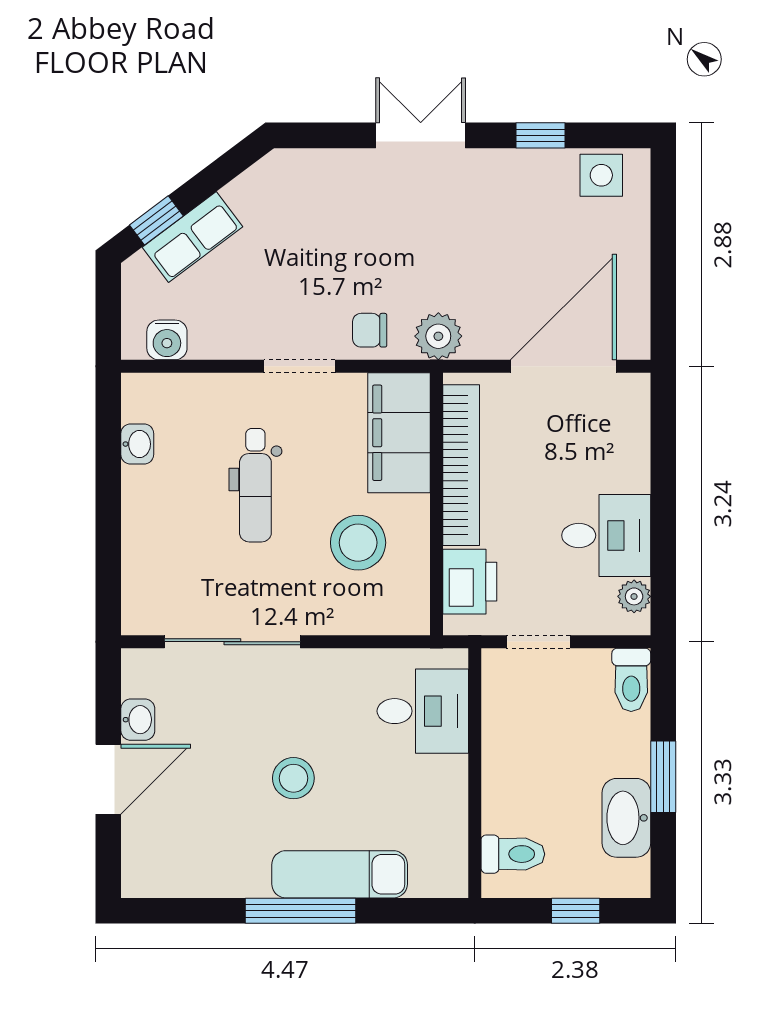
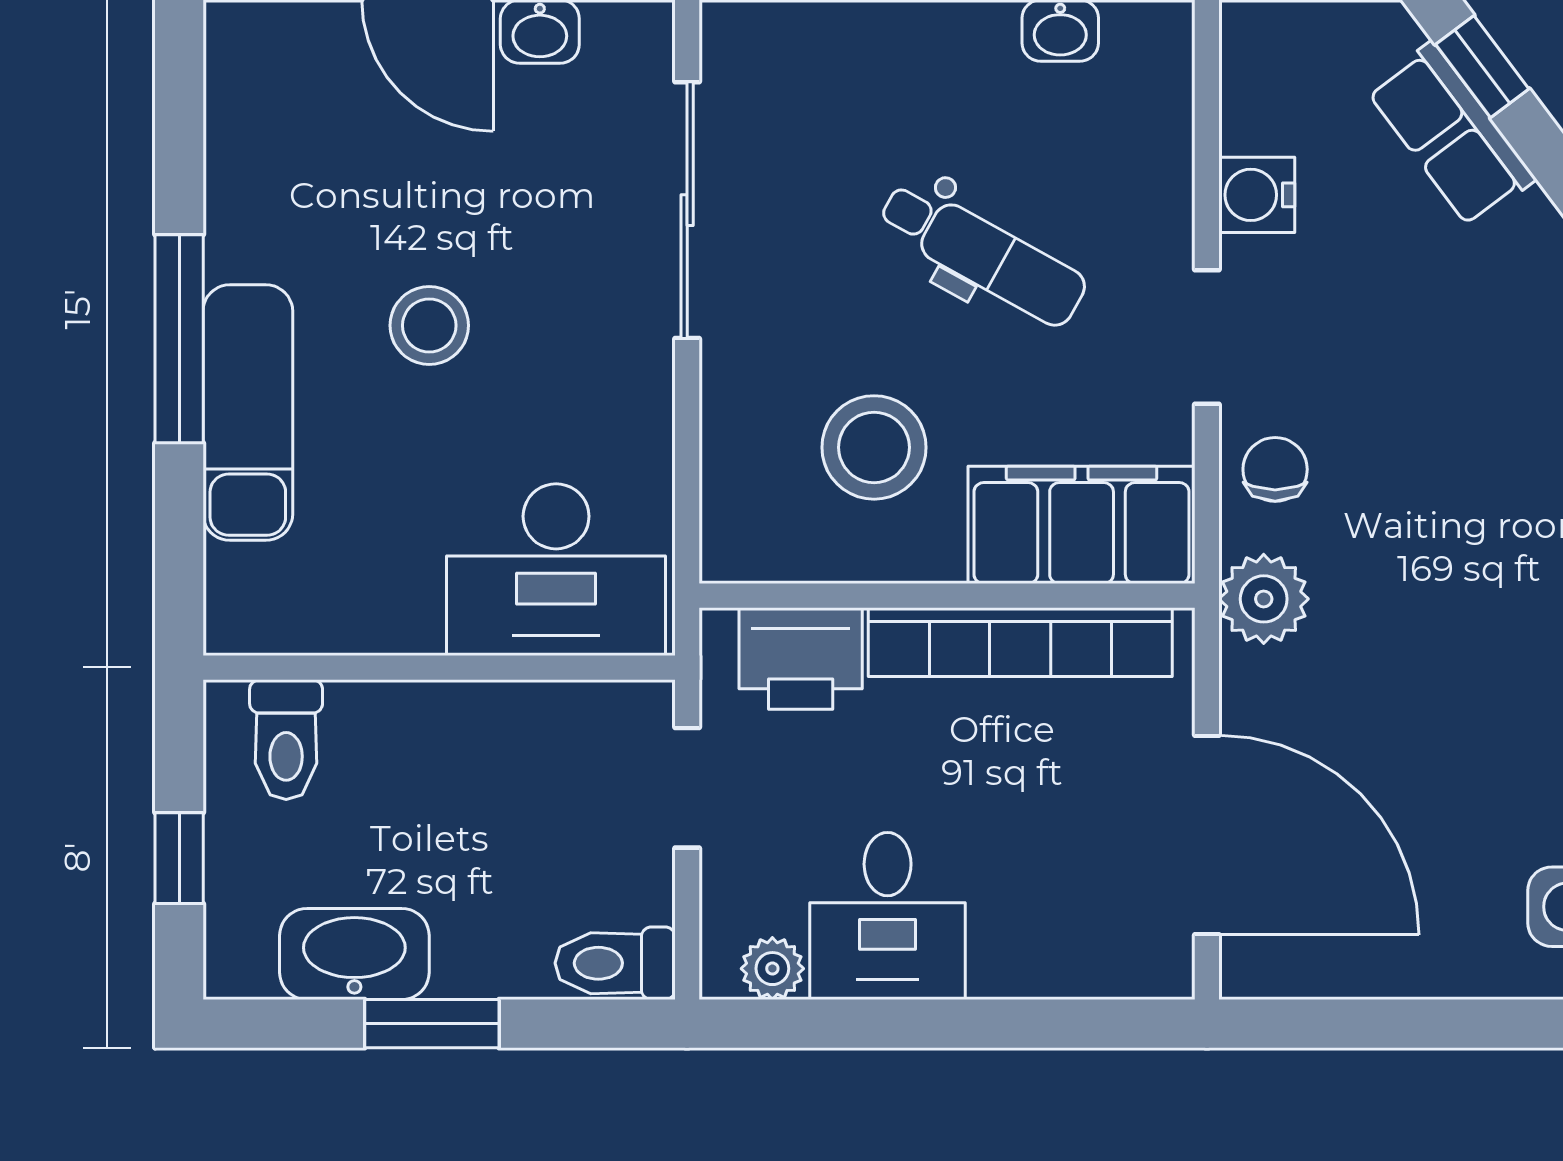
water cooler: (167, 340) -> (1257, 195), moved
dental chair: (255, 485) -> (982, 254), turned -151
desk: (423, 711) -> (556, 570), width x1.37

